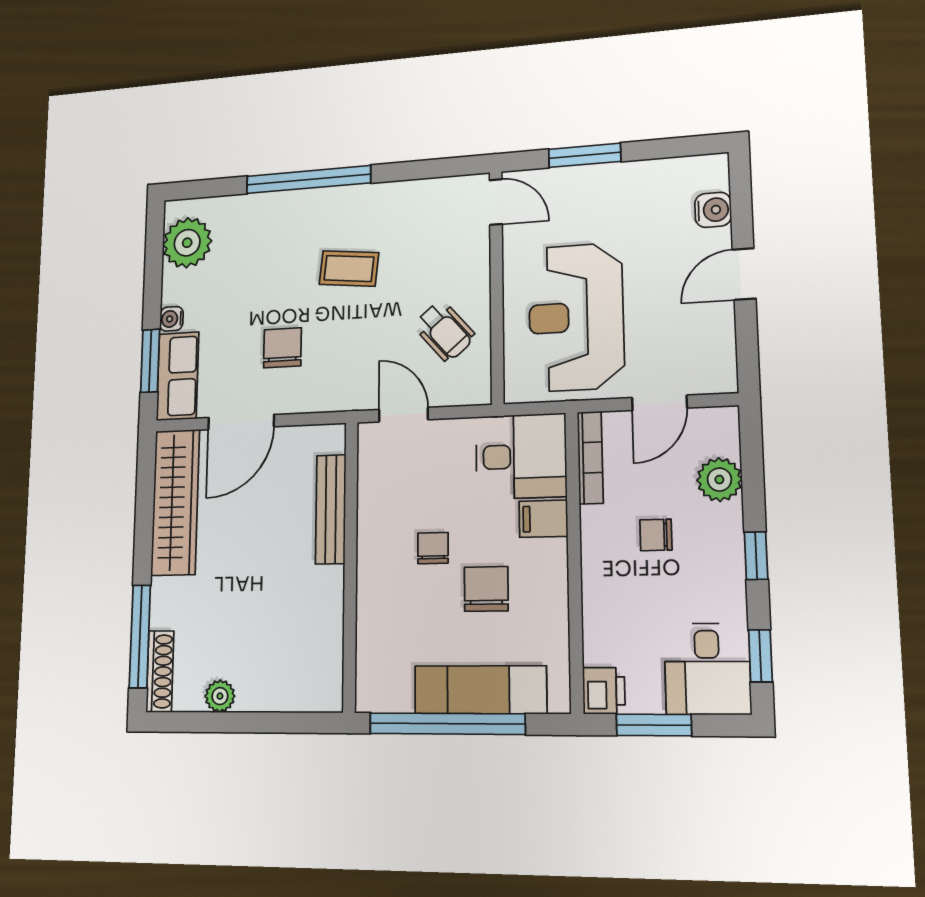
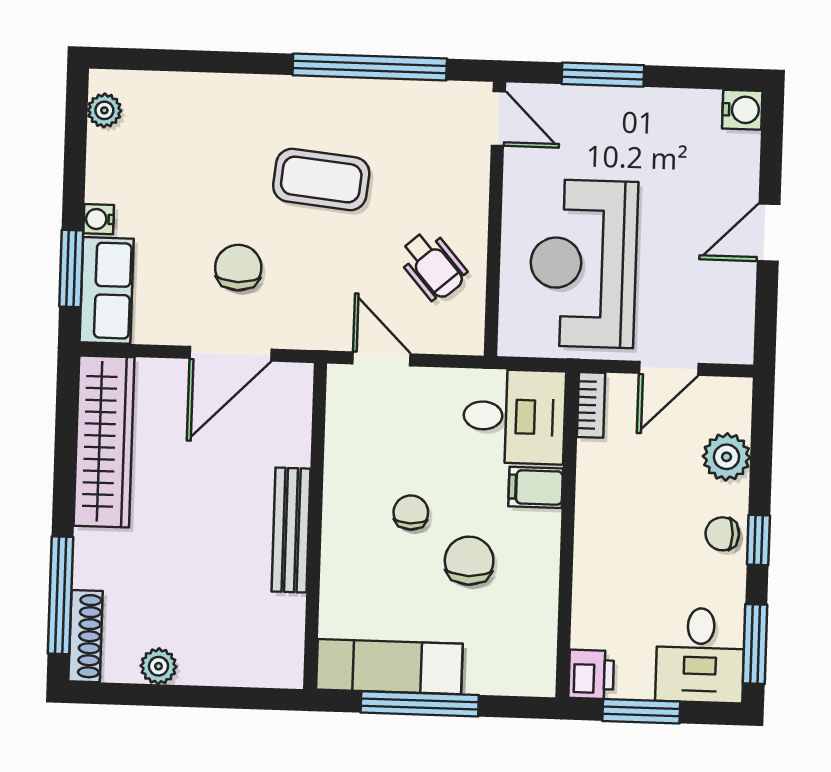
window: (308, 179) -> (370, 67), moved
water cooler: (713, 210) -> (742, 110), moved
plant: (187, 243) -> (104, 110), width x0.53, depth x0.53
coffee table: (349, 268) -> (321, 179), width x1.36, depth x1.30
door: (241, 422) -> (231, 354), moved
bookcase: (590, 458) -> (591, 405), width x0.64
bench: (331, 509) -> (291, 530), moved
chair: (656, 535) -> (722, 534), moved
window: (760, 656) -> (755, 644), width x1.50
exam couch: (480, 690) -> (389, 667), moved
window: (447, 724) -> (420, 704), width x0.68

